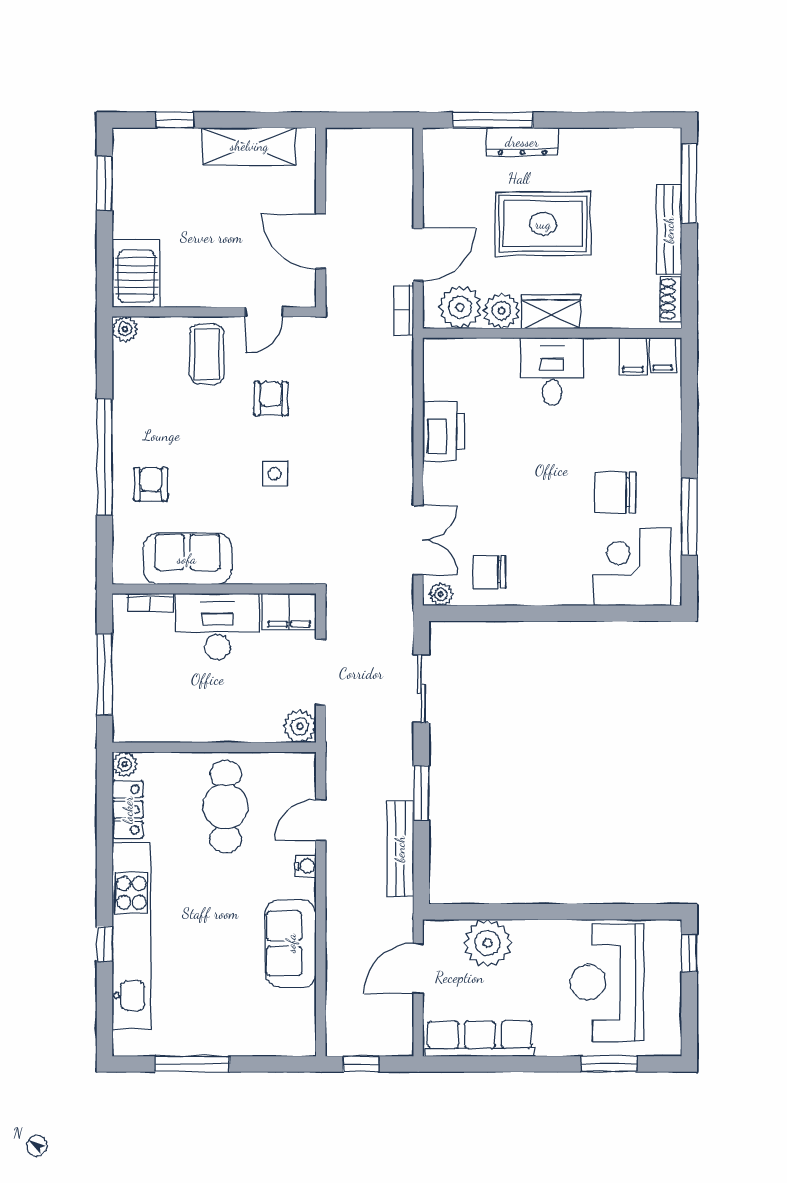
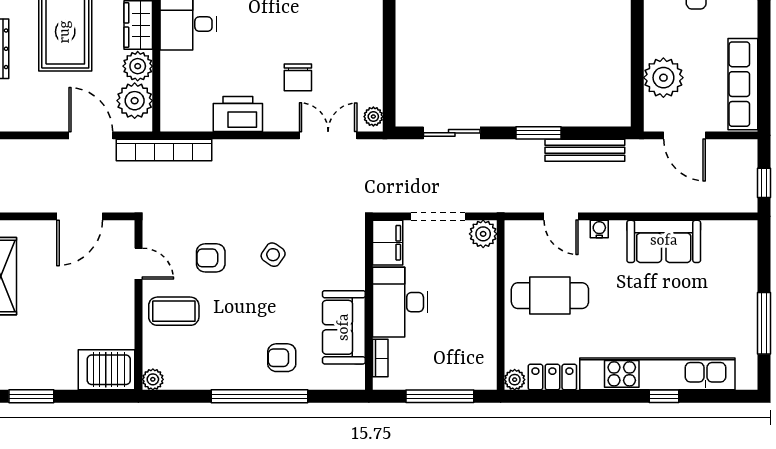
bookcase: (404, 310) -> (164, 150), width x2.31, depth x1.31
side table: (275, 474) -> (273, 255), turned 35
chair: (489, 572) -> (298, 77), moved

